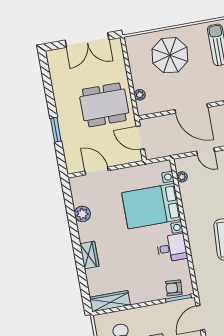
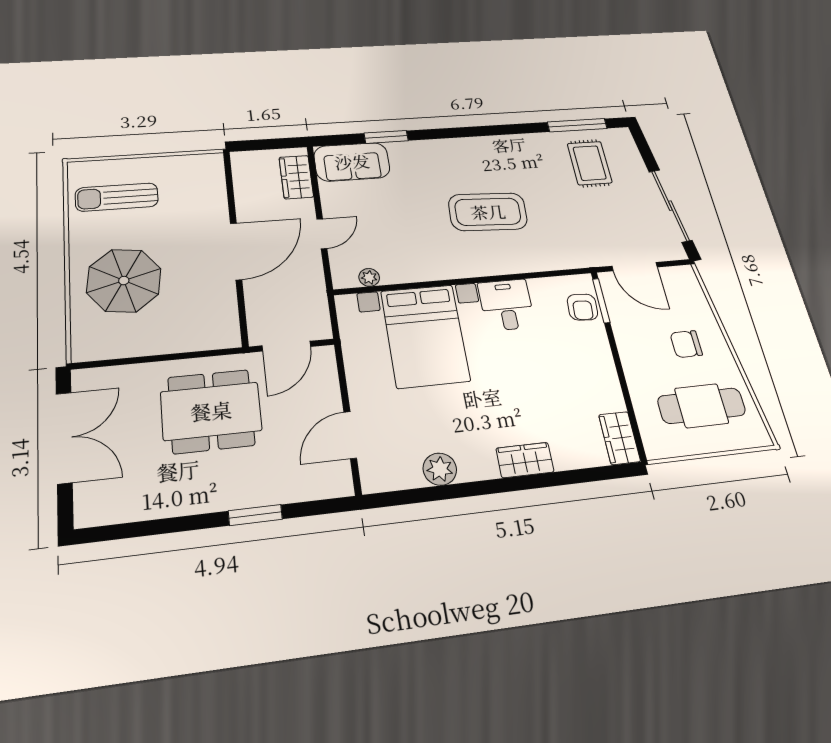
plant: (140, 95) -> (198, 341), removed
dining table: (104, 105) -> (211, 411), turned 90
wardrobe: (110, 301) -> (620, 438), width x0.67

